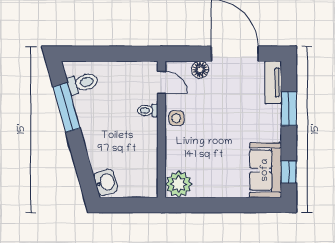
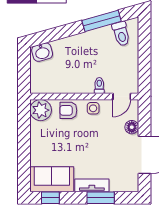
tv unit: (273, 82) -> (92, 185), moved
armchair: (179, 149) -> (68, 110), added

